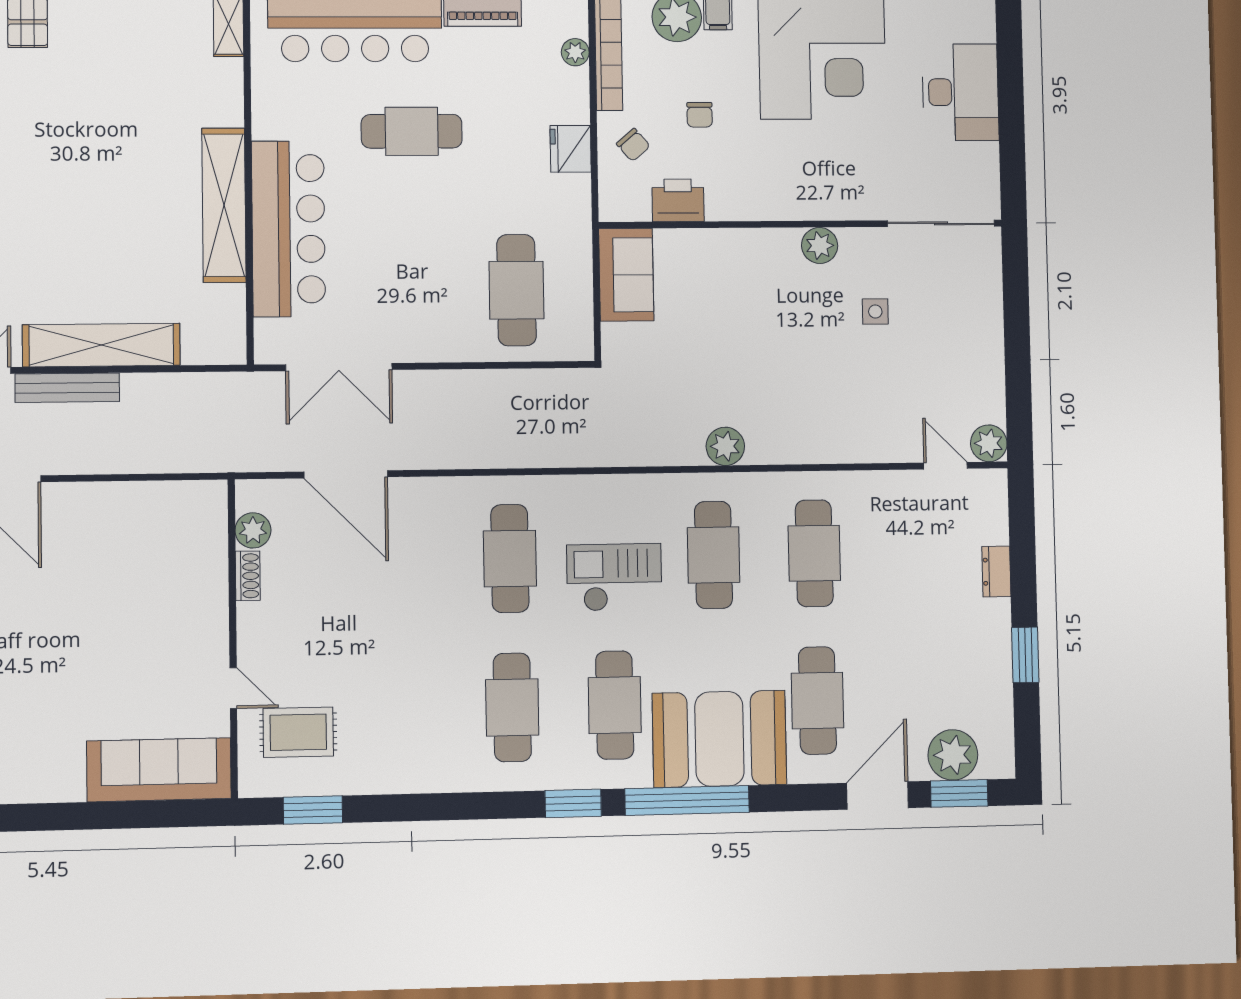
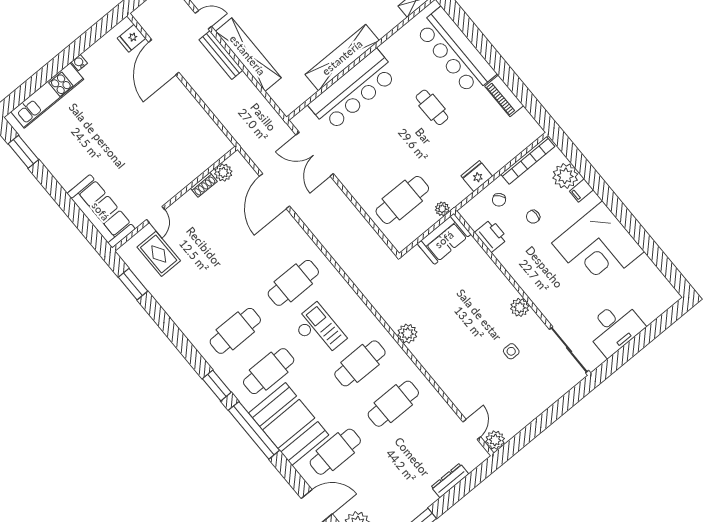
plant: (575, 52) -> (442, 209), moved
desk: (960, 92) -> (615, 328), moved
cafe table: (412, 131) -> (432, 107), width x0.73, depth x0.74
dresser: (996, 571) -> (450, 480), width x1.44

